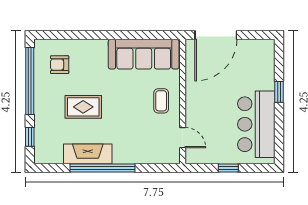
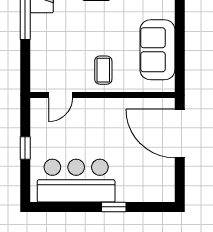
sofa: (144, 54) -> (157, 50), width x0.73
coffee table: (161, 101) -> (103, 70), turned 90

